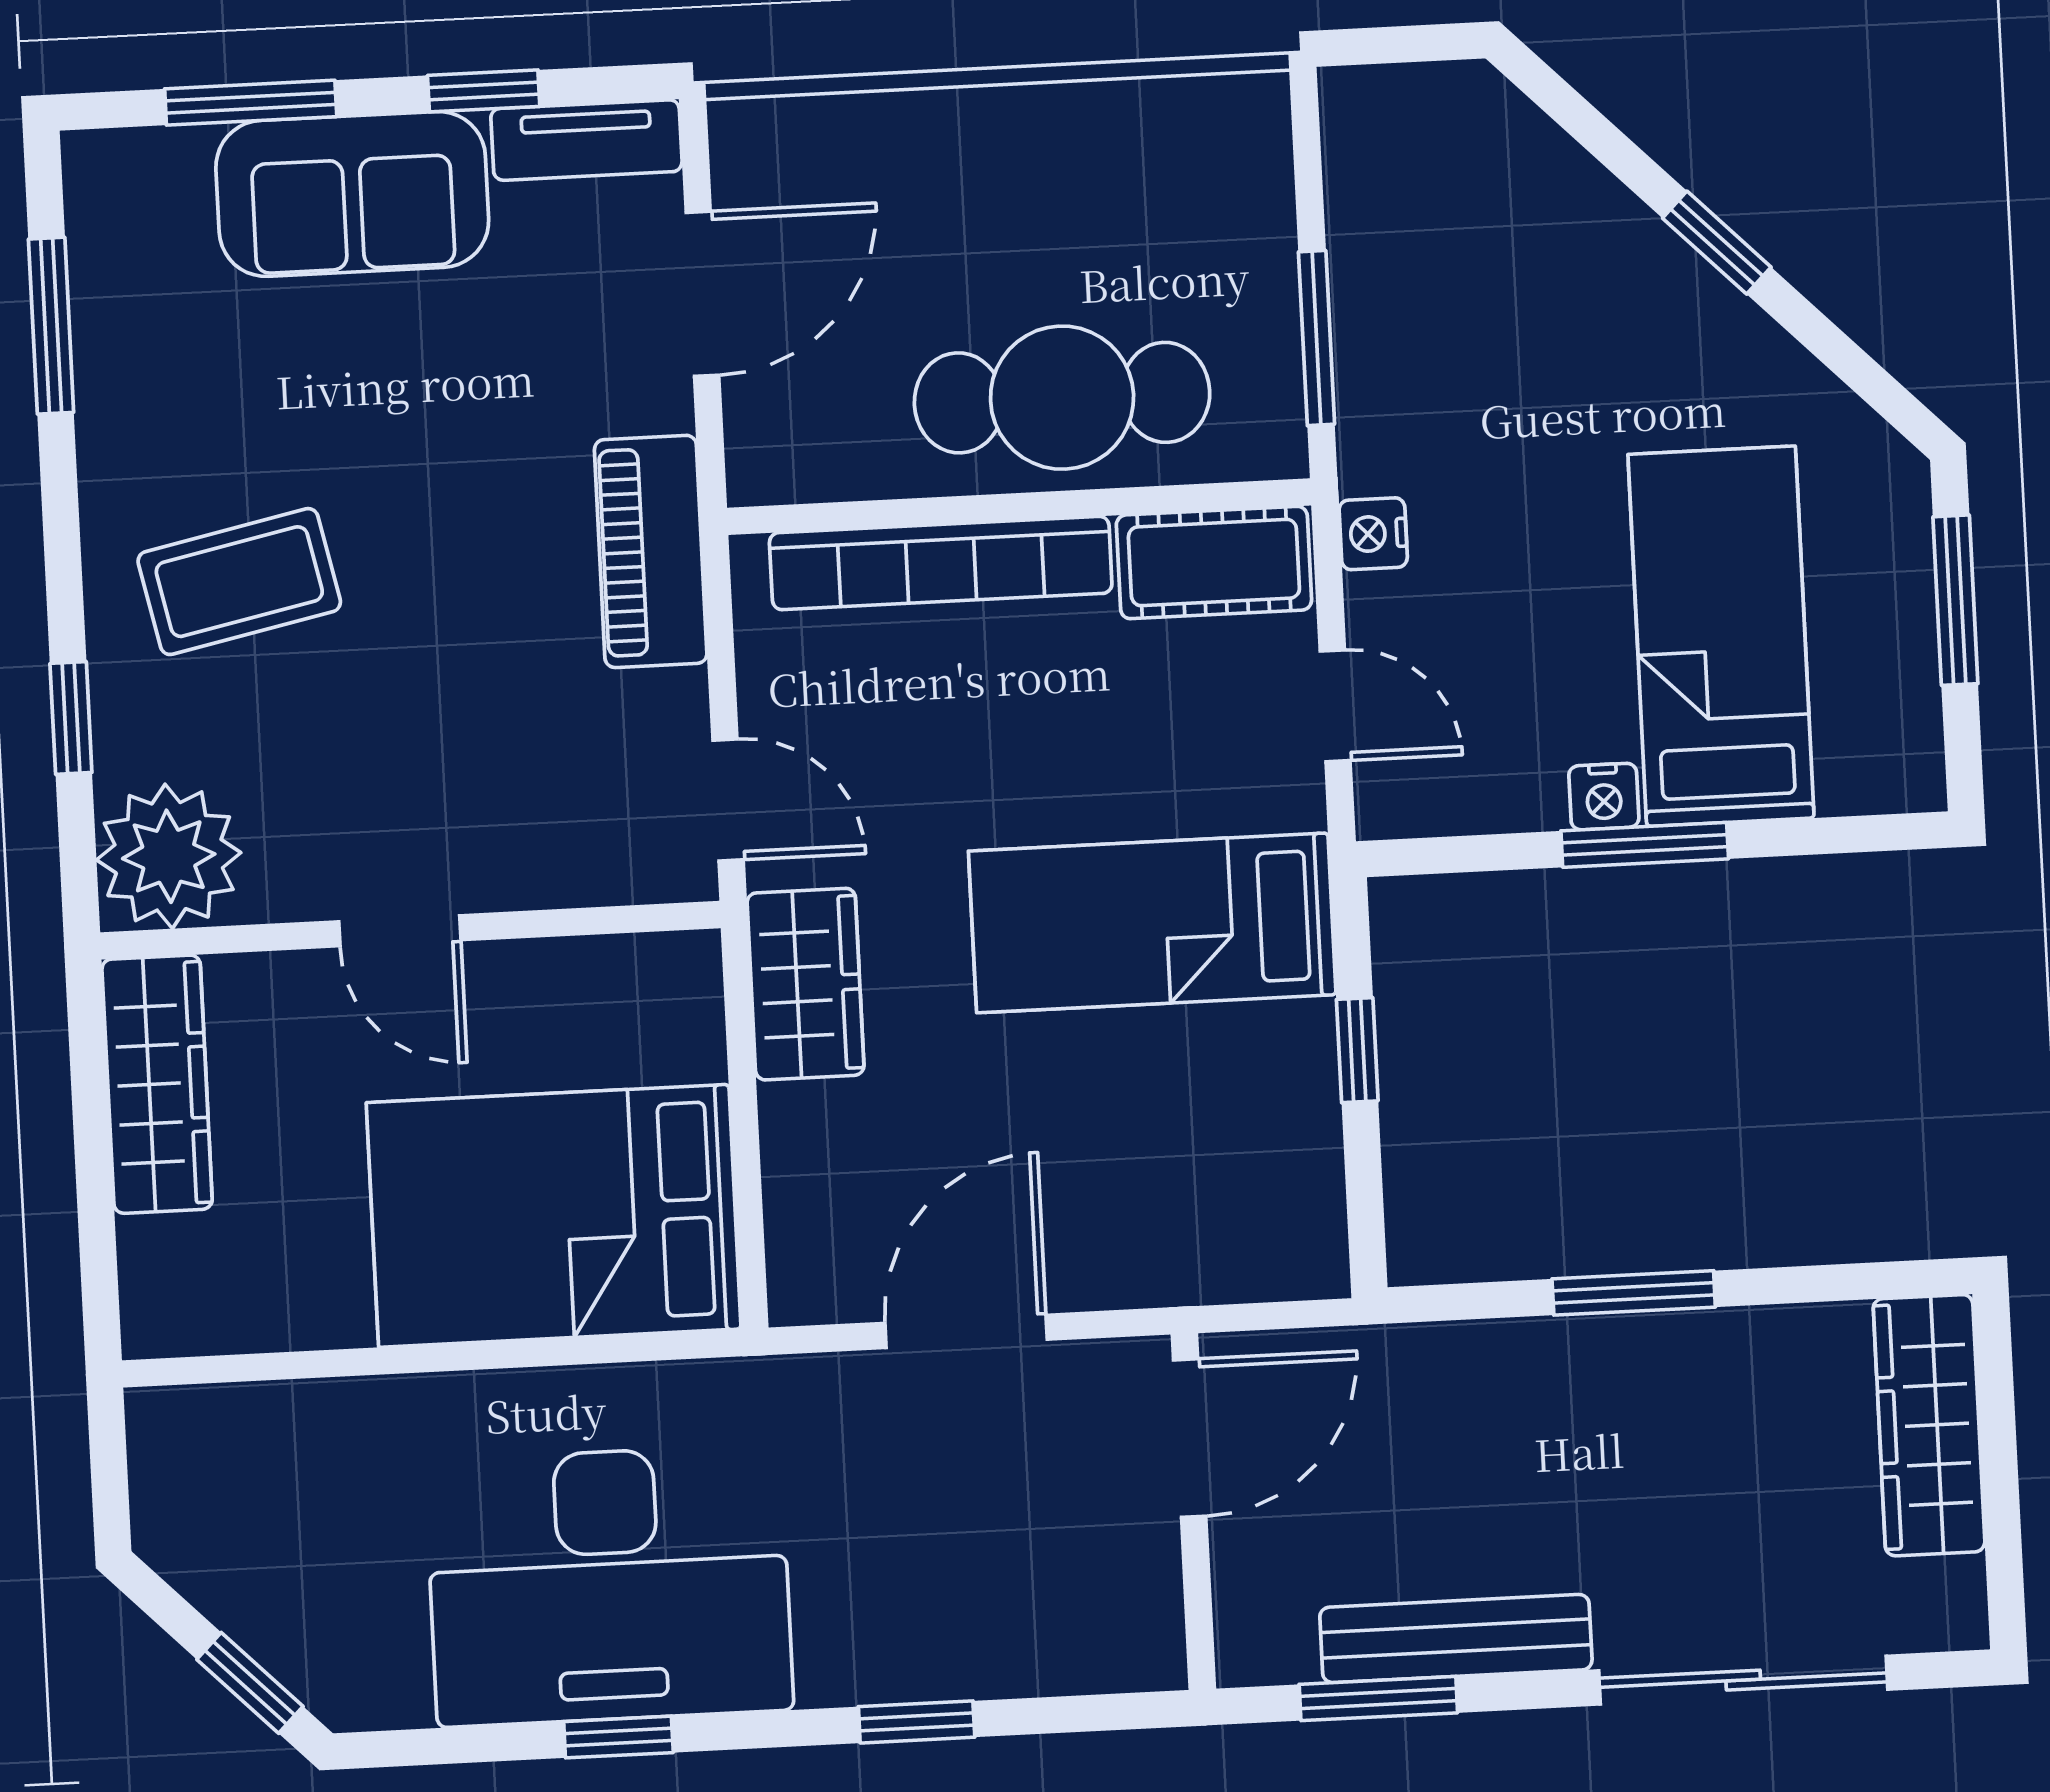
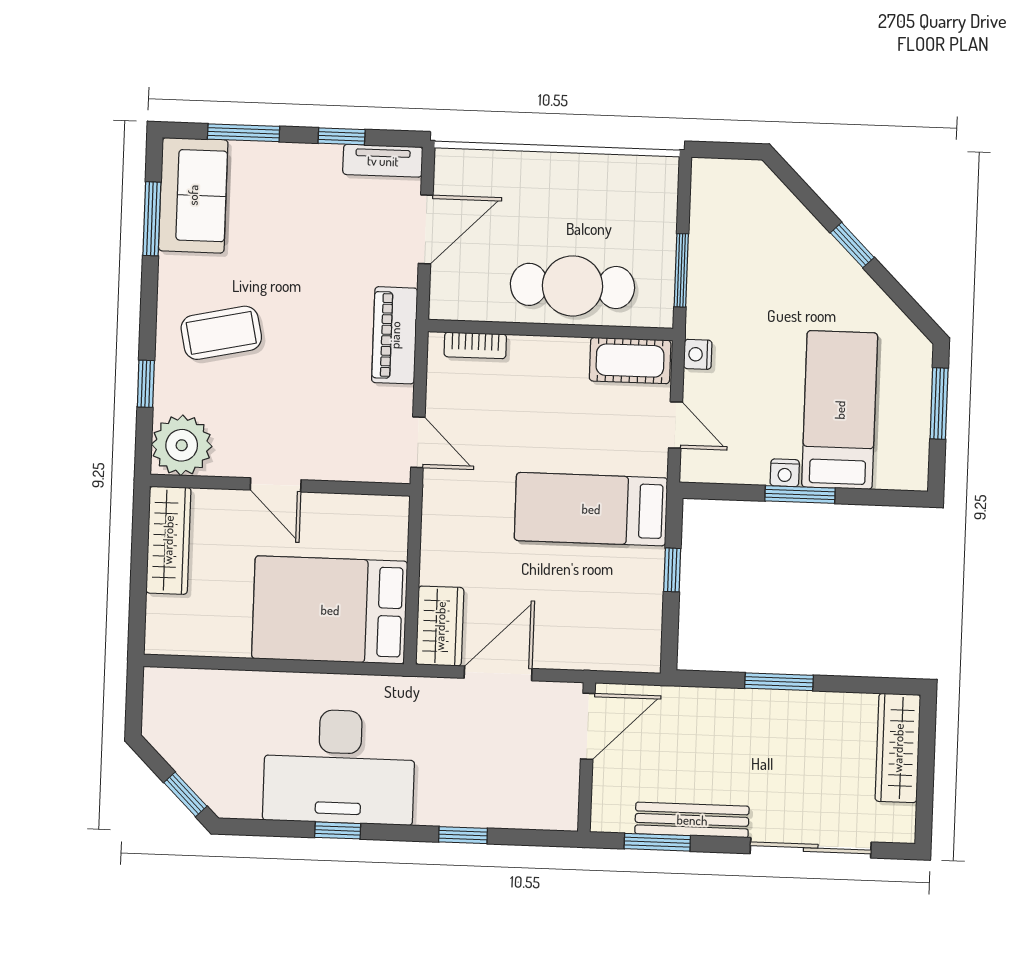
sofa: (352, 194) -> (193, 195), moved, turned -90
bookcase: (941, 563) -> (475, 345), width x0.43, depth x0.76
wardrobe: (805, 984) -> (440, 626), moved

